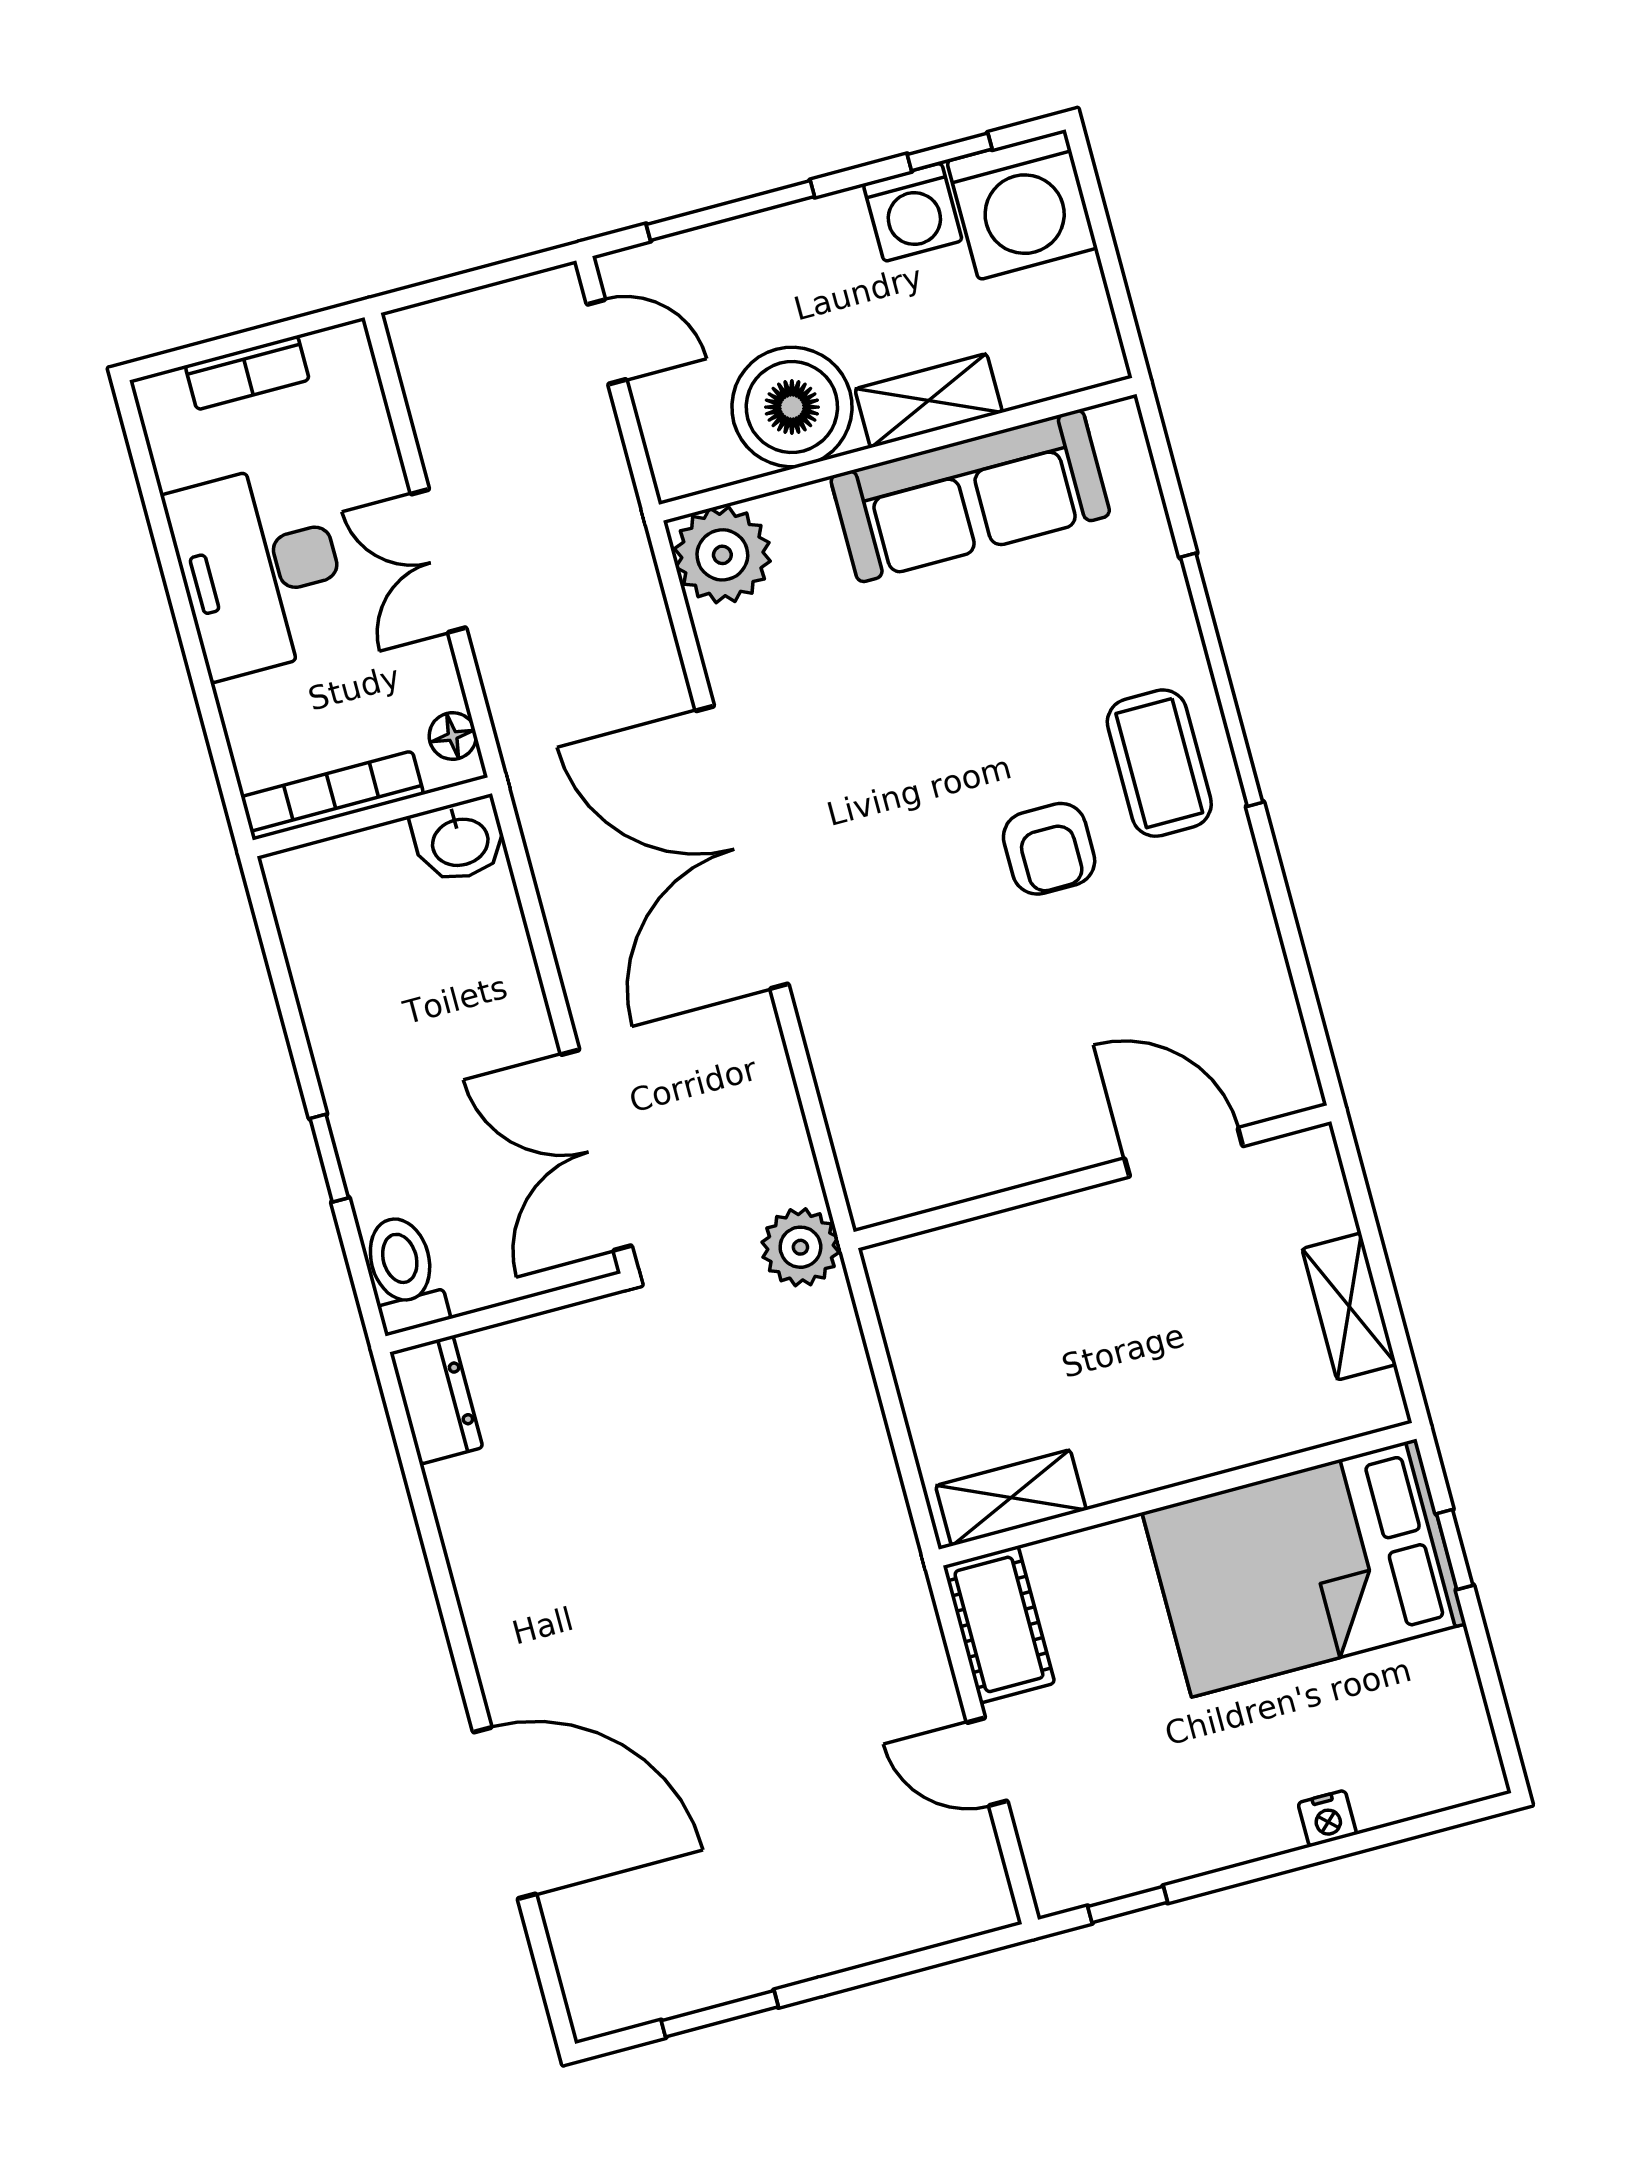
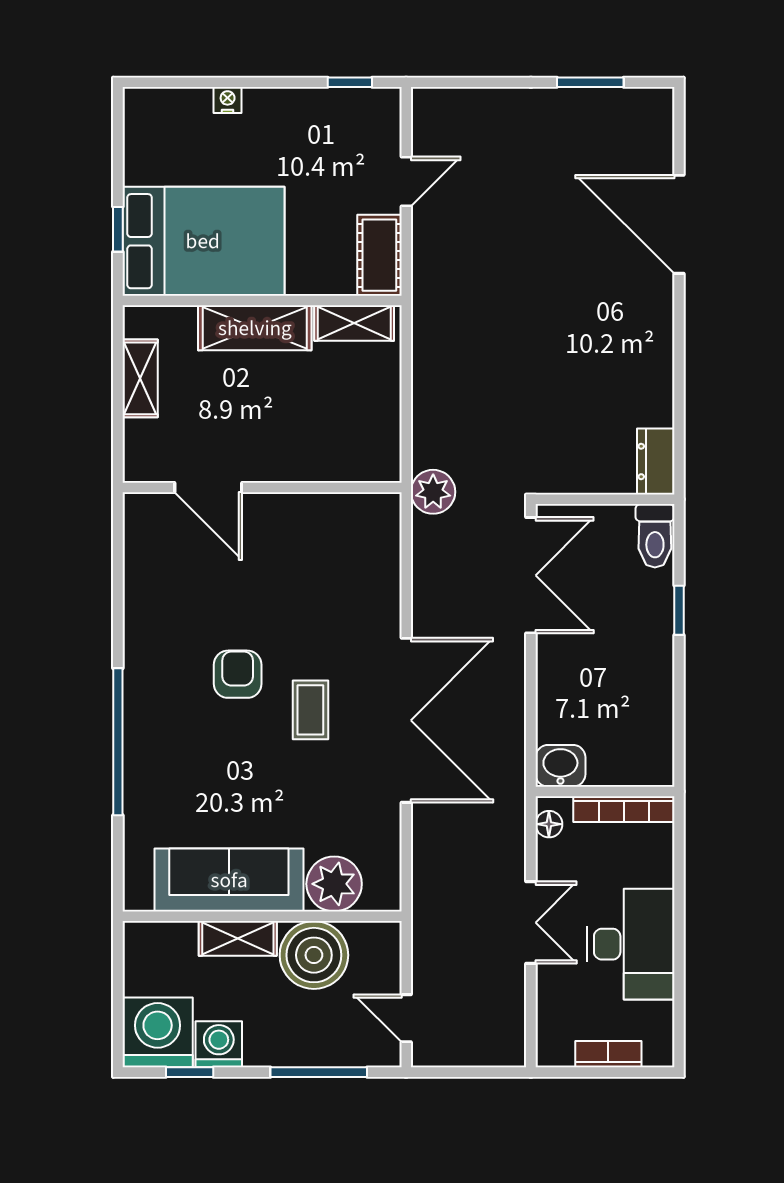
plant: (722, 555) -> (334, 884), moved
coffee table: (1159, 763) -> (310, 710), moved, width x0.73, depth x0.77
shelving: (1177, 1445) -> (255, 328), added
door: (987, 1762) -> (406, 181), hinge flipped

